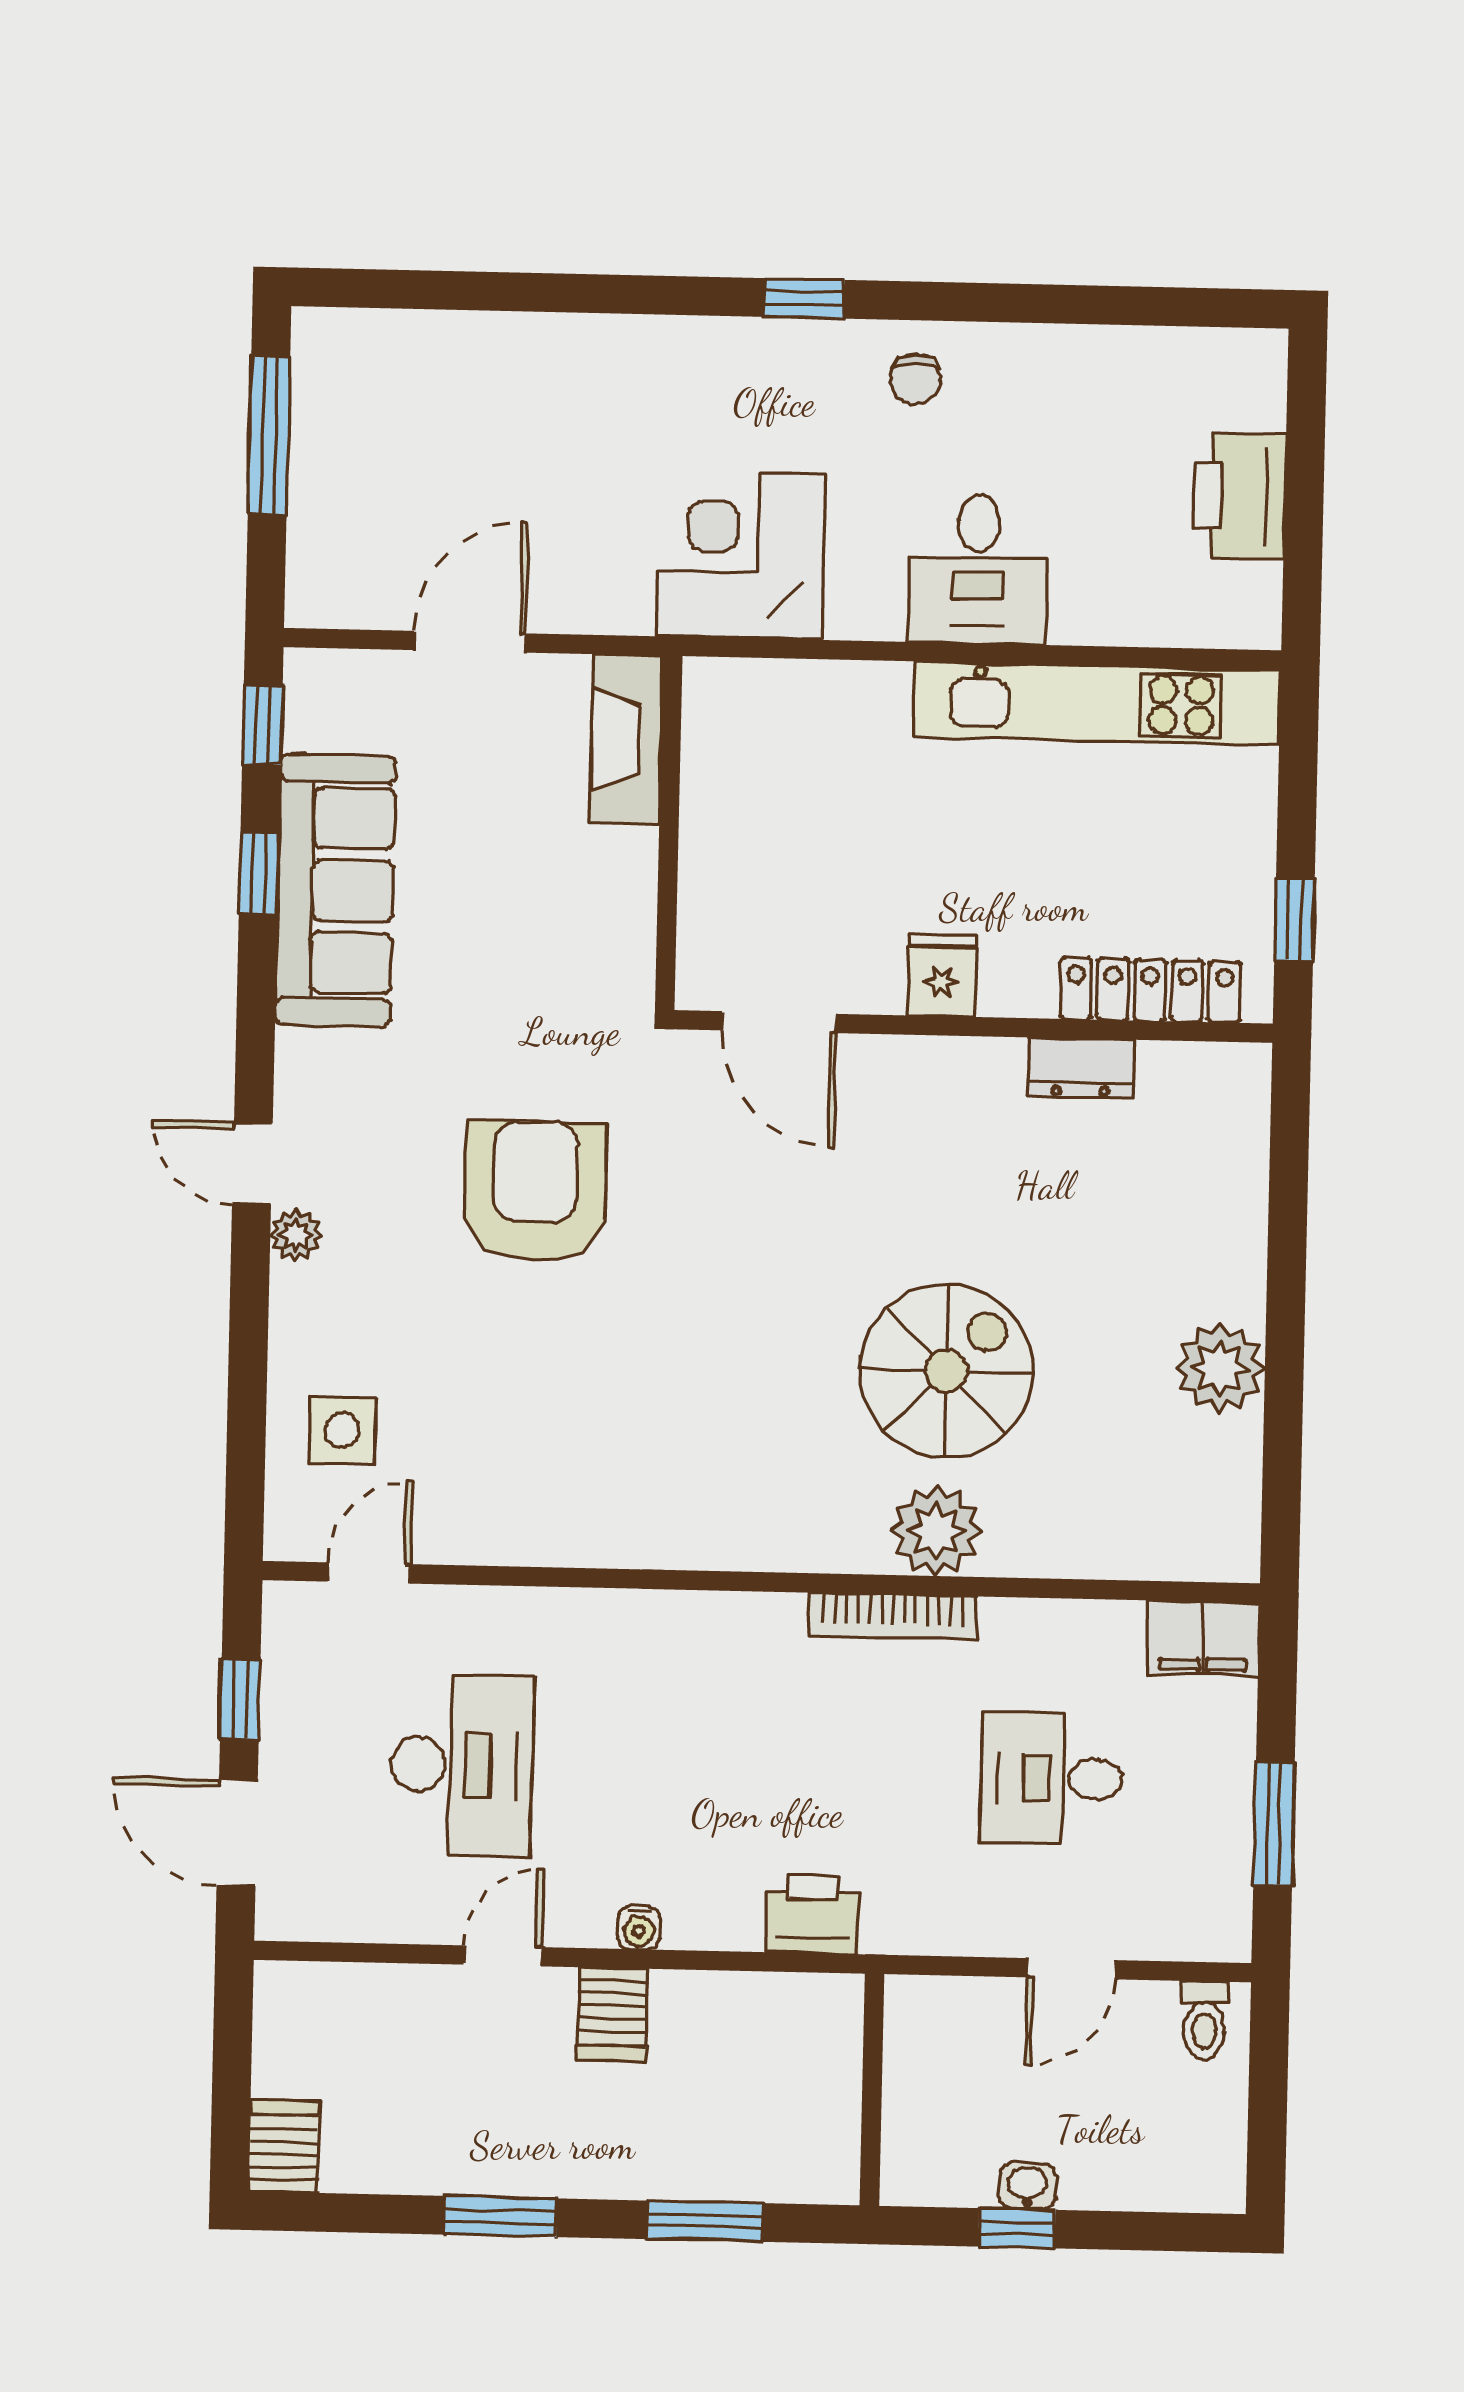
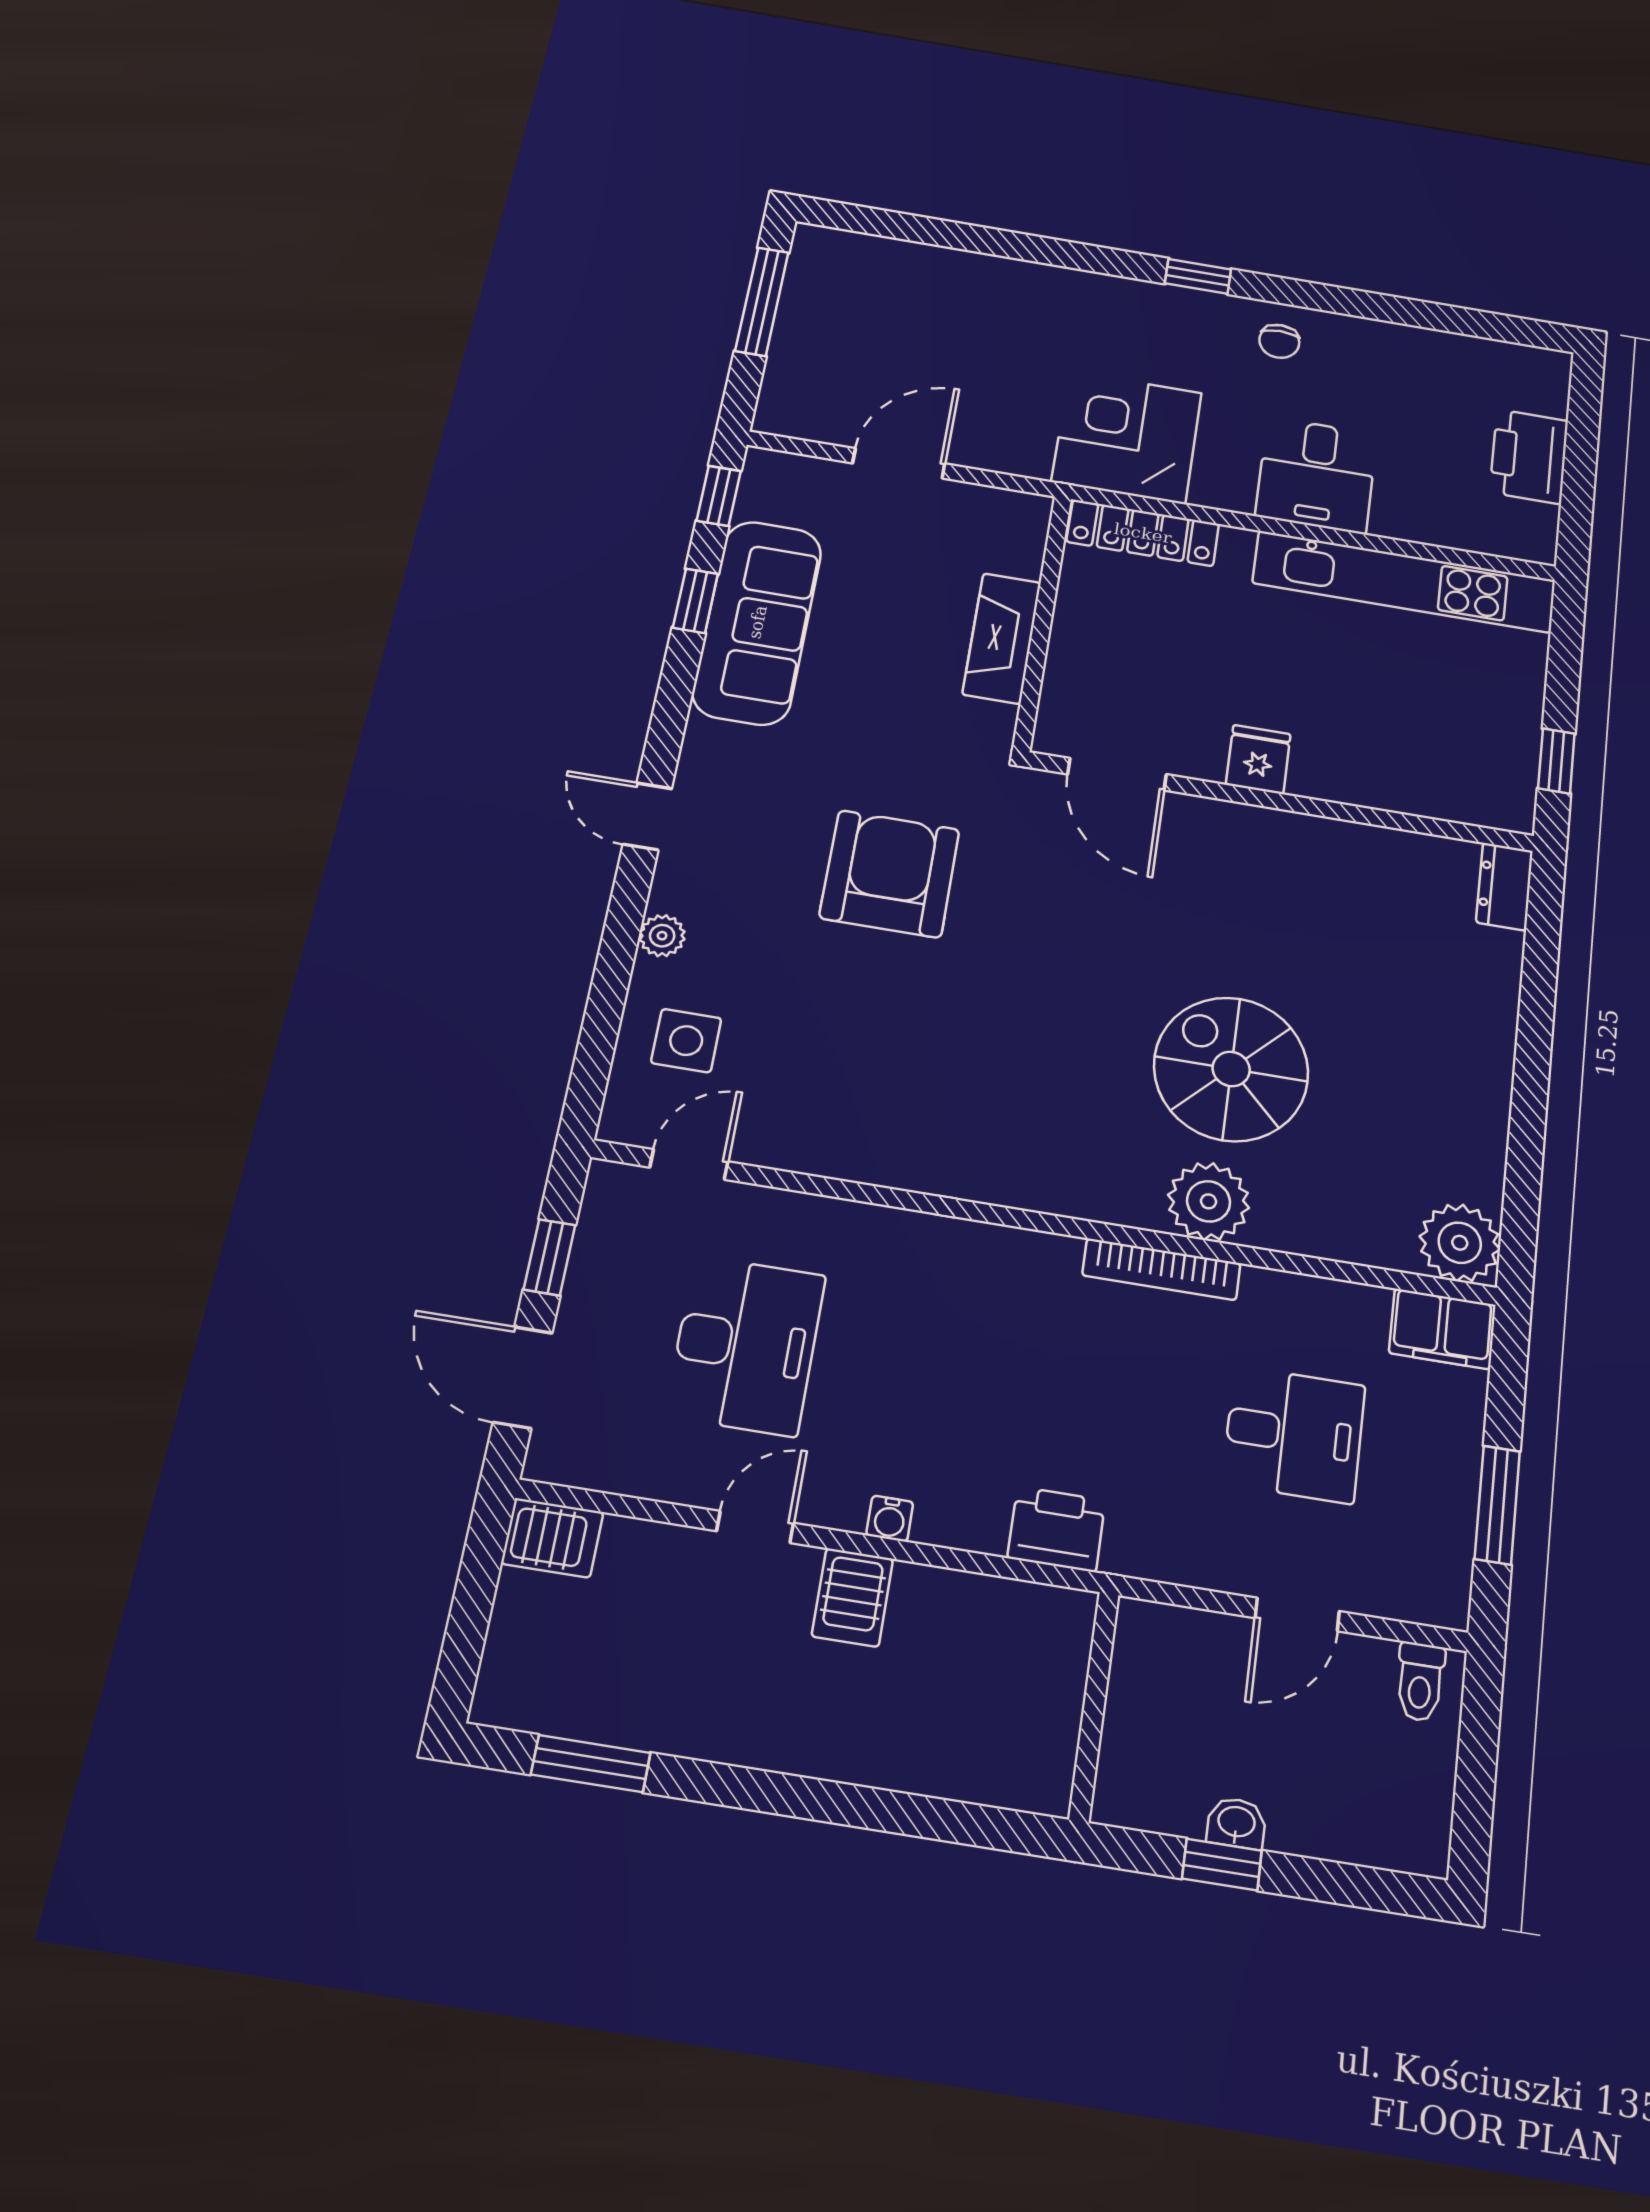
fireplace: (626, 739) -> (1002, 638), moved
locker: (1150, 990) -> (1143, 533), moved, turned 180
dresser: (1081, 1068) -> (1505, 886), moved, turned 90
plant: (296, 1235) -> (662, 936), moved
plant: (1220, 1368) -> (1460, 1243), moved
spiral stairs: (946, 1371) -> (1231, 1069), turned -90
desk: (1052, 1778) -> (1294, 1434), turned 180
server rack: (284, 2146) -> (552, 1538), moved, turned 90
window: (500, 2216) -> (591, 1764), moved
window: (705, 2221) -> (914, 1815), removed

